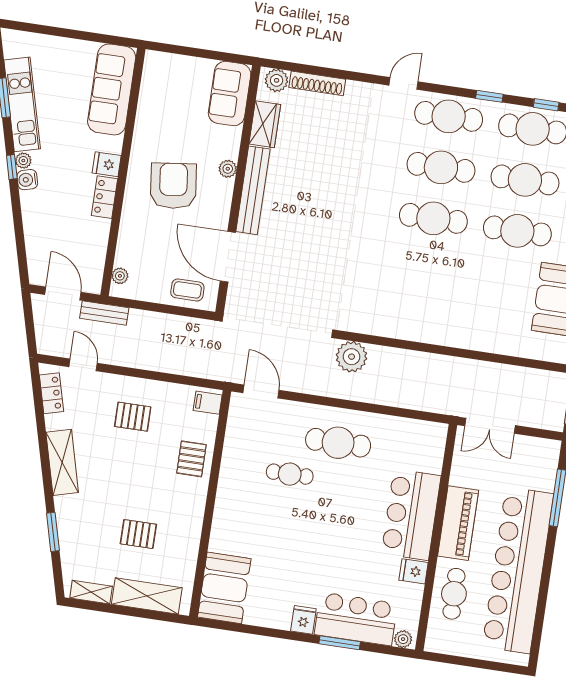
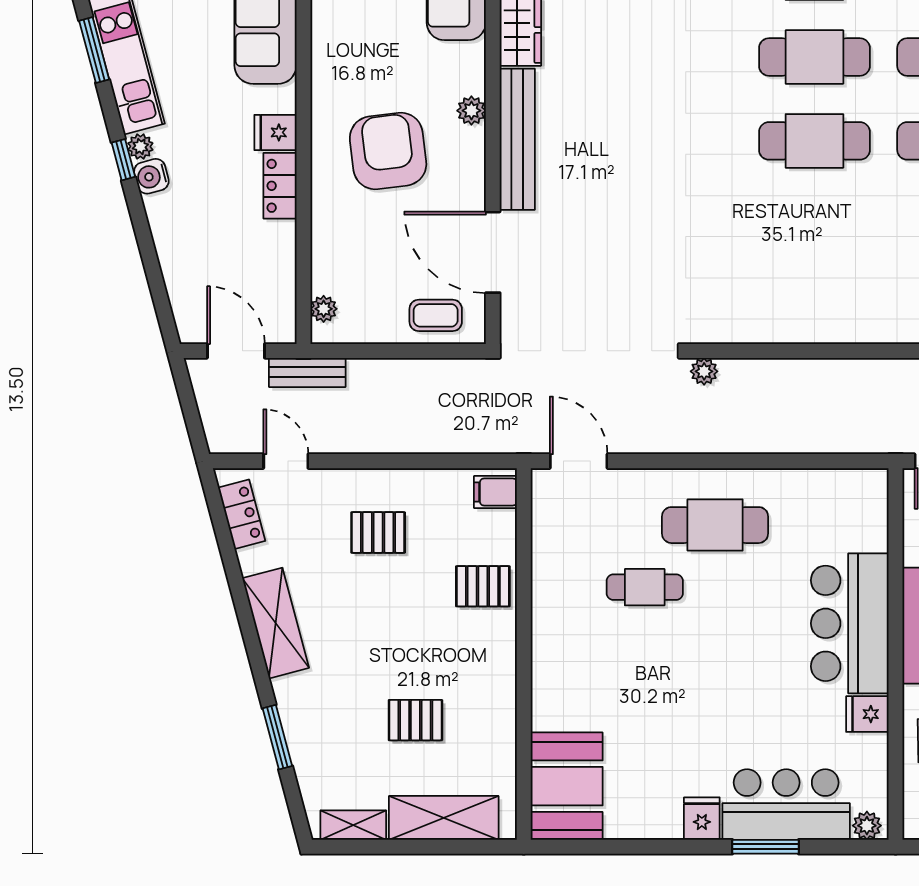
plant: (352, 357) -> (704, 371), width x0.53, depth x0.53
pallet: (191, 459) -> (483, 586), turned 90

